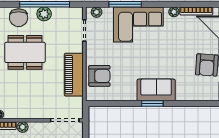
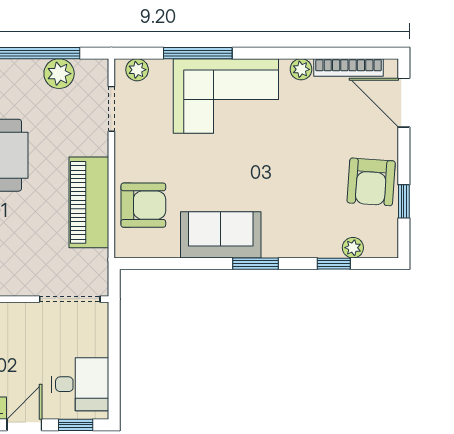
plant: (44, 14) -> (59, 74), moved
sofa: (156, 90) -> (221, 235), moved
plant: (198, 96) -> (353, 248), added
window: (189, 103) -> (334, 264), added

